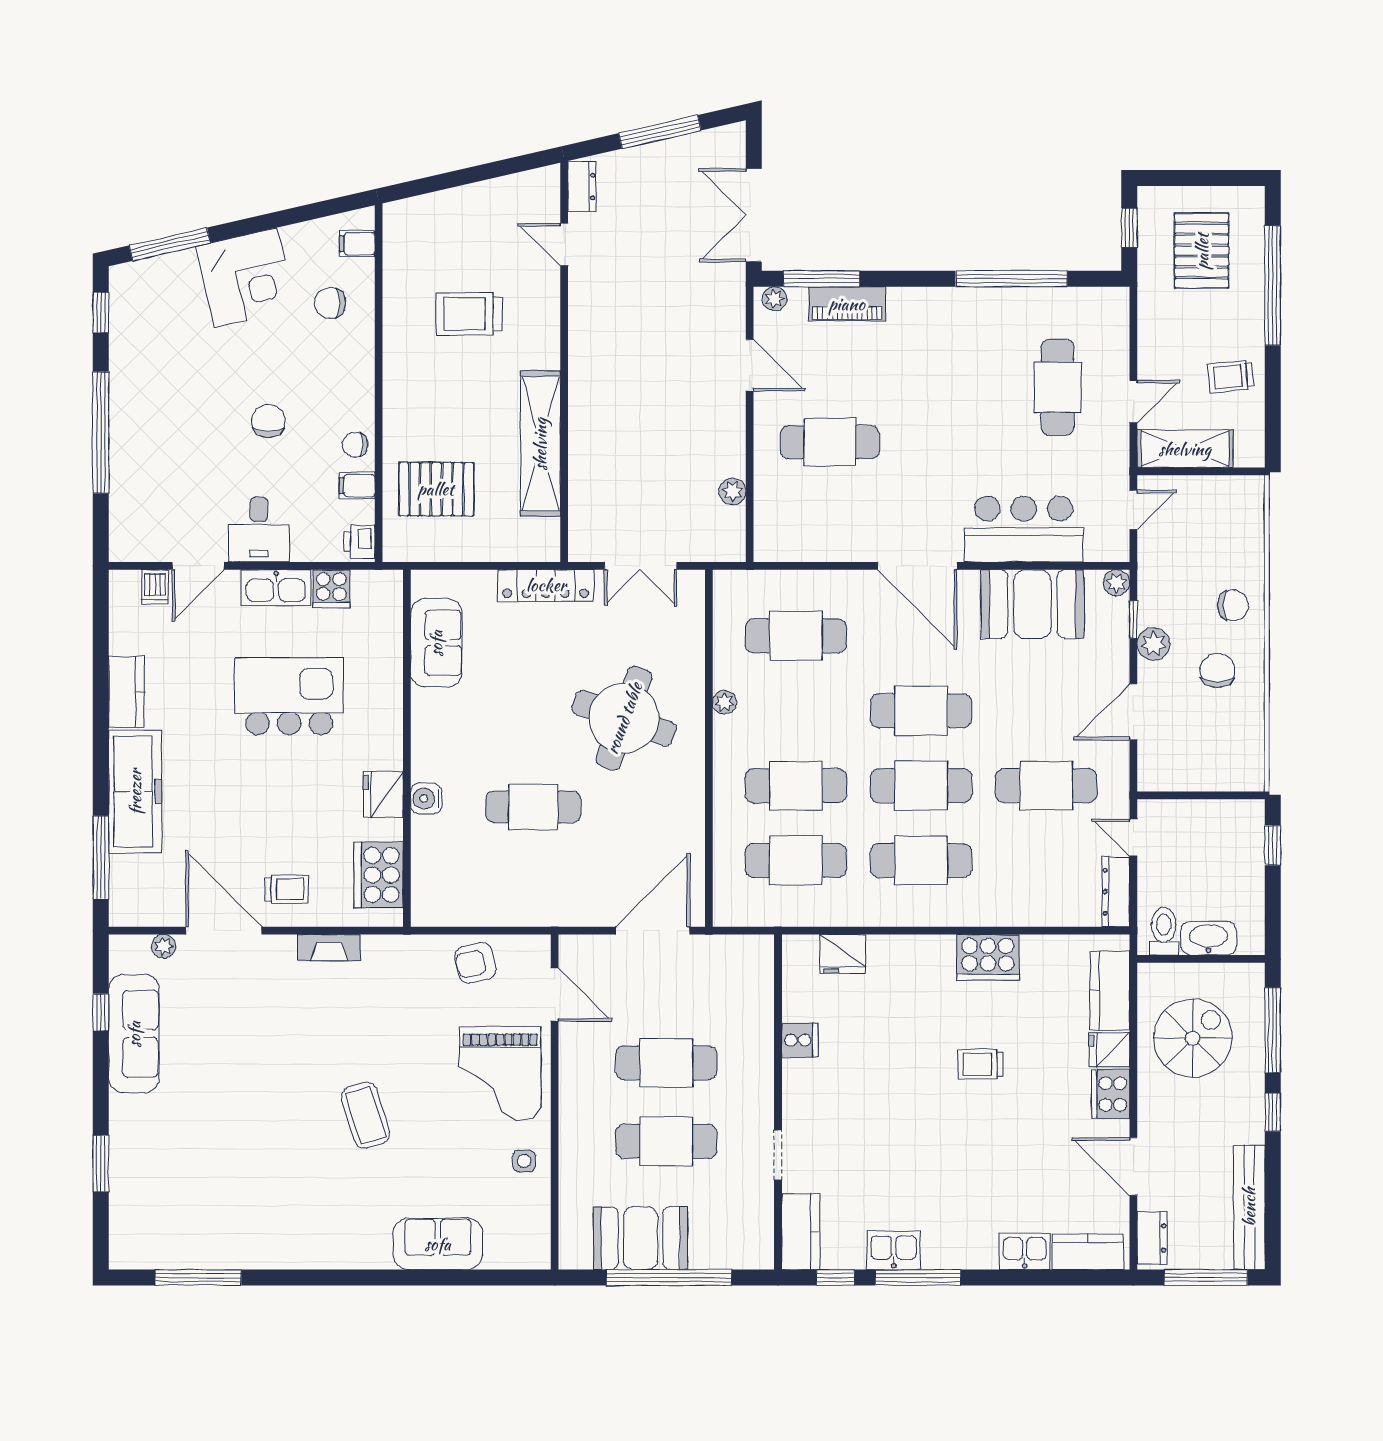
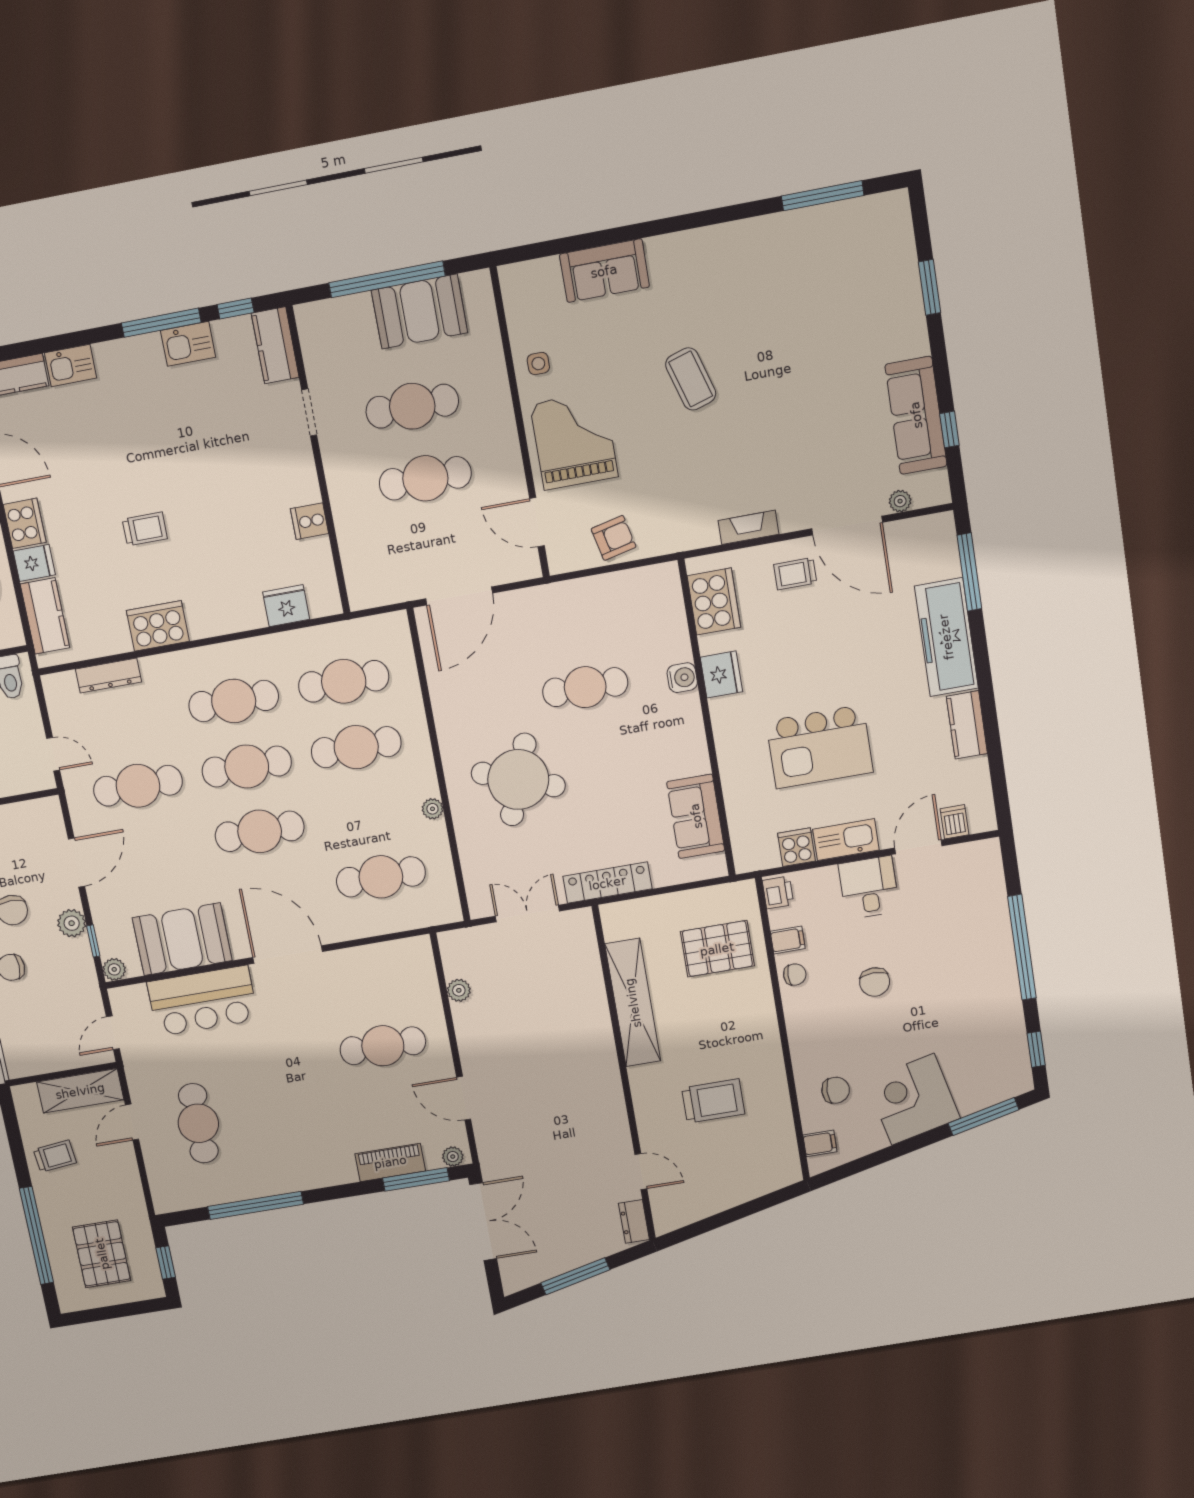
dresser: (1116, 892) -> (108, 676), moved, turned 90

